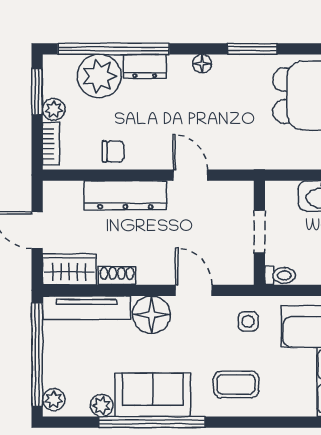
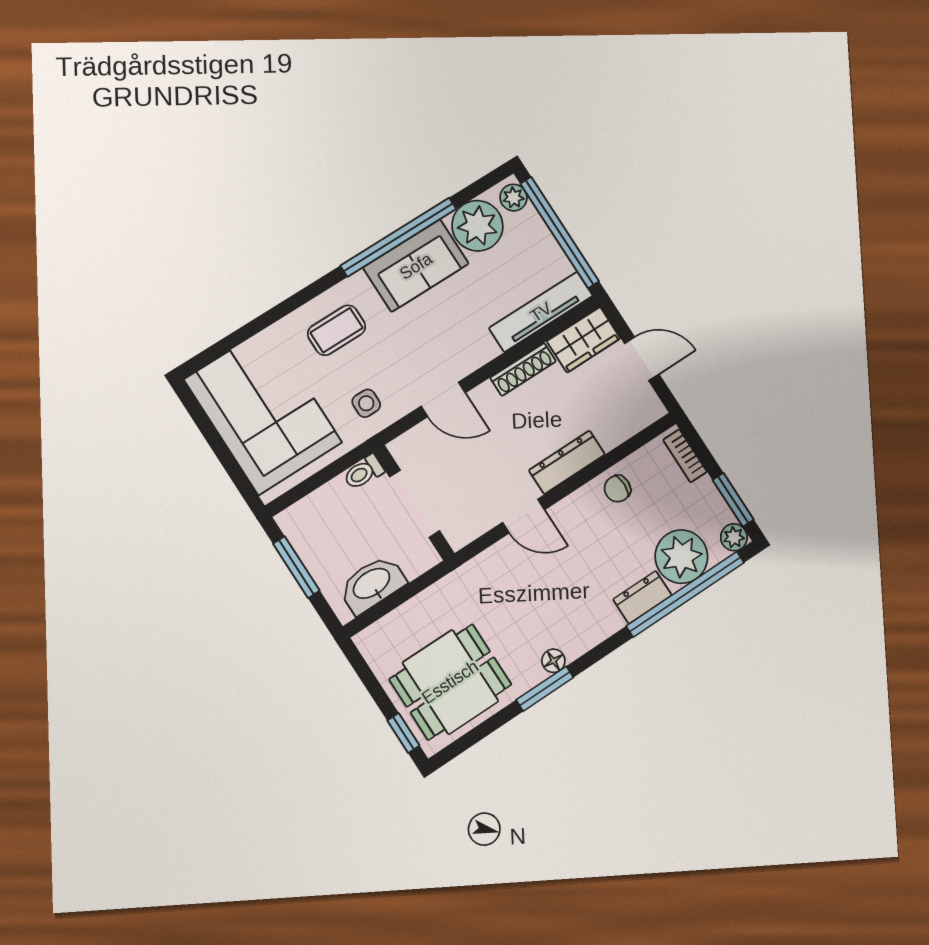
floor lamp: (202, 64) -> (553, 661), moved
plant: (54, 109) -> (734, 537), moved
dresser: (125, 195) -> (567, 462), width x0.73, depth x0.80
doorway: (259, 232) -> (415, 504), width x1.38
shoe rack: (117, 276) -> (523, 369), width x1.43
floor lamp: (151, 315) -> (470, 347), removed
plant: (102, 405) -> (477, 226), width x1.88, depth x1.88

